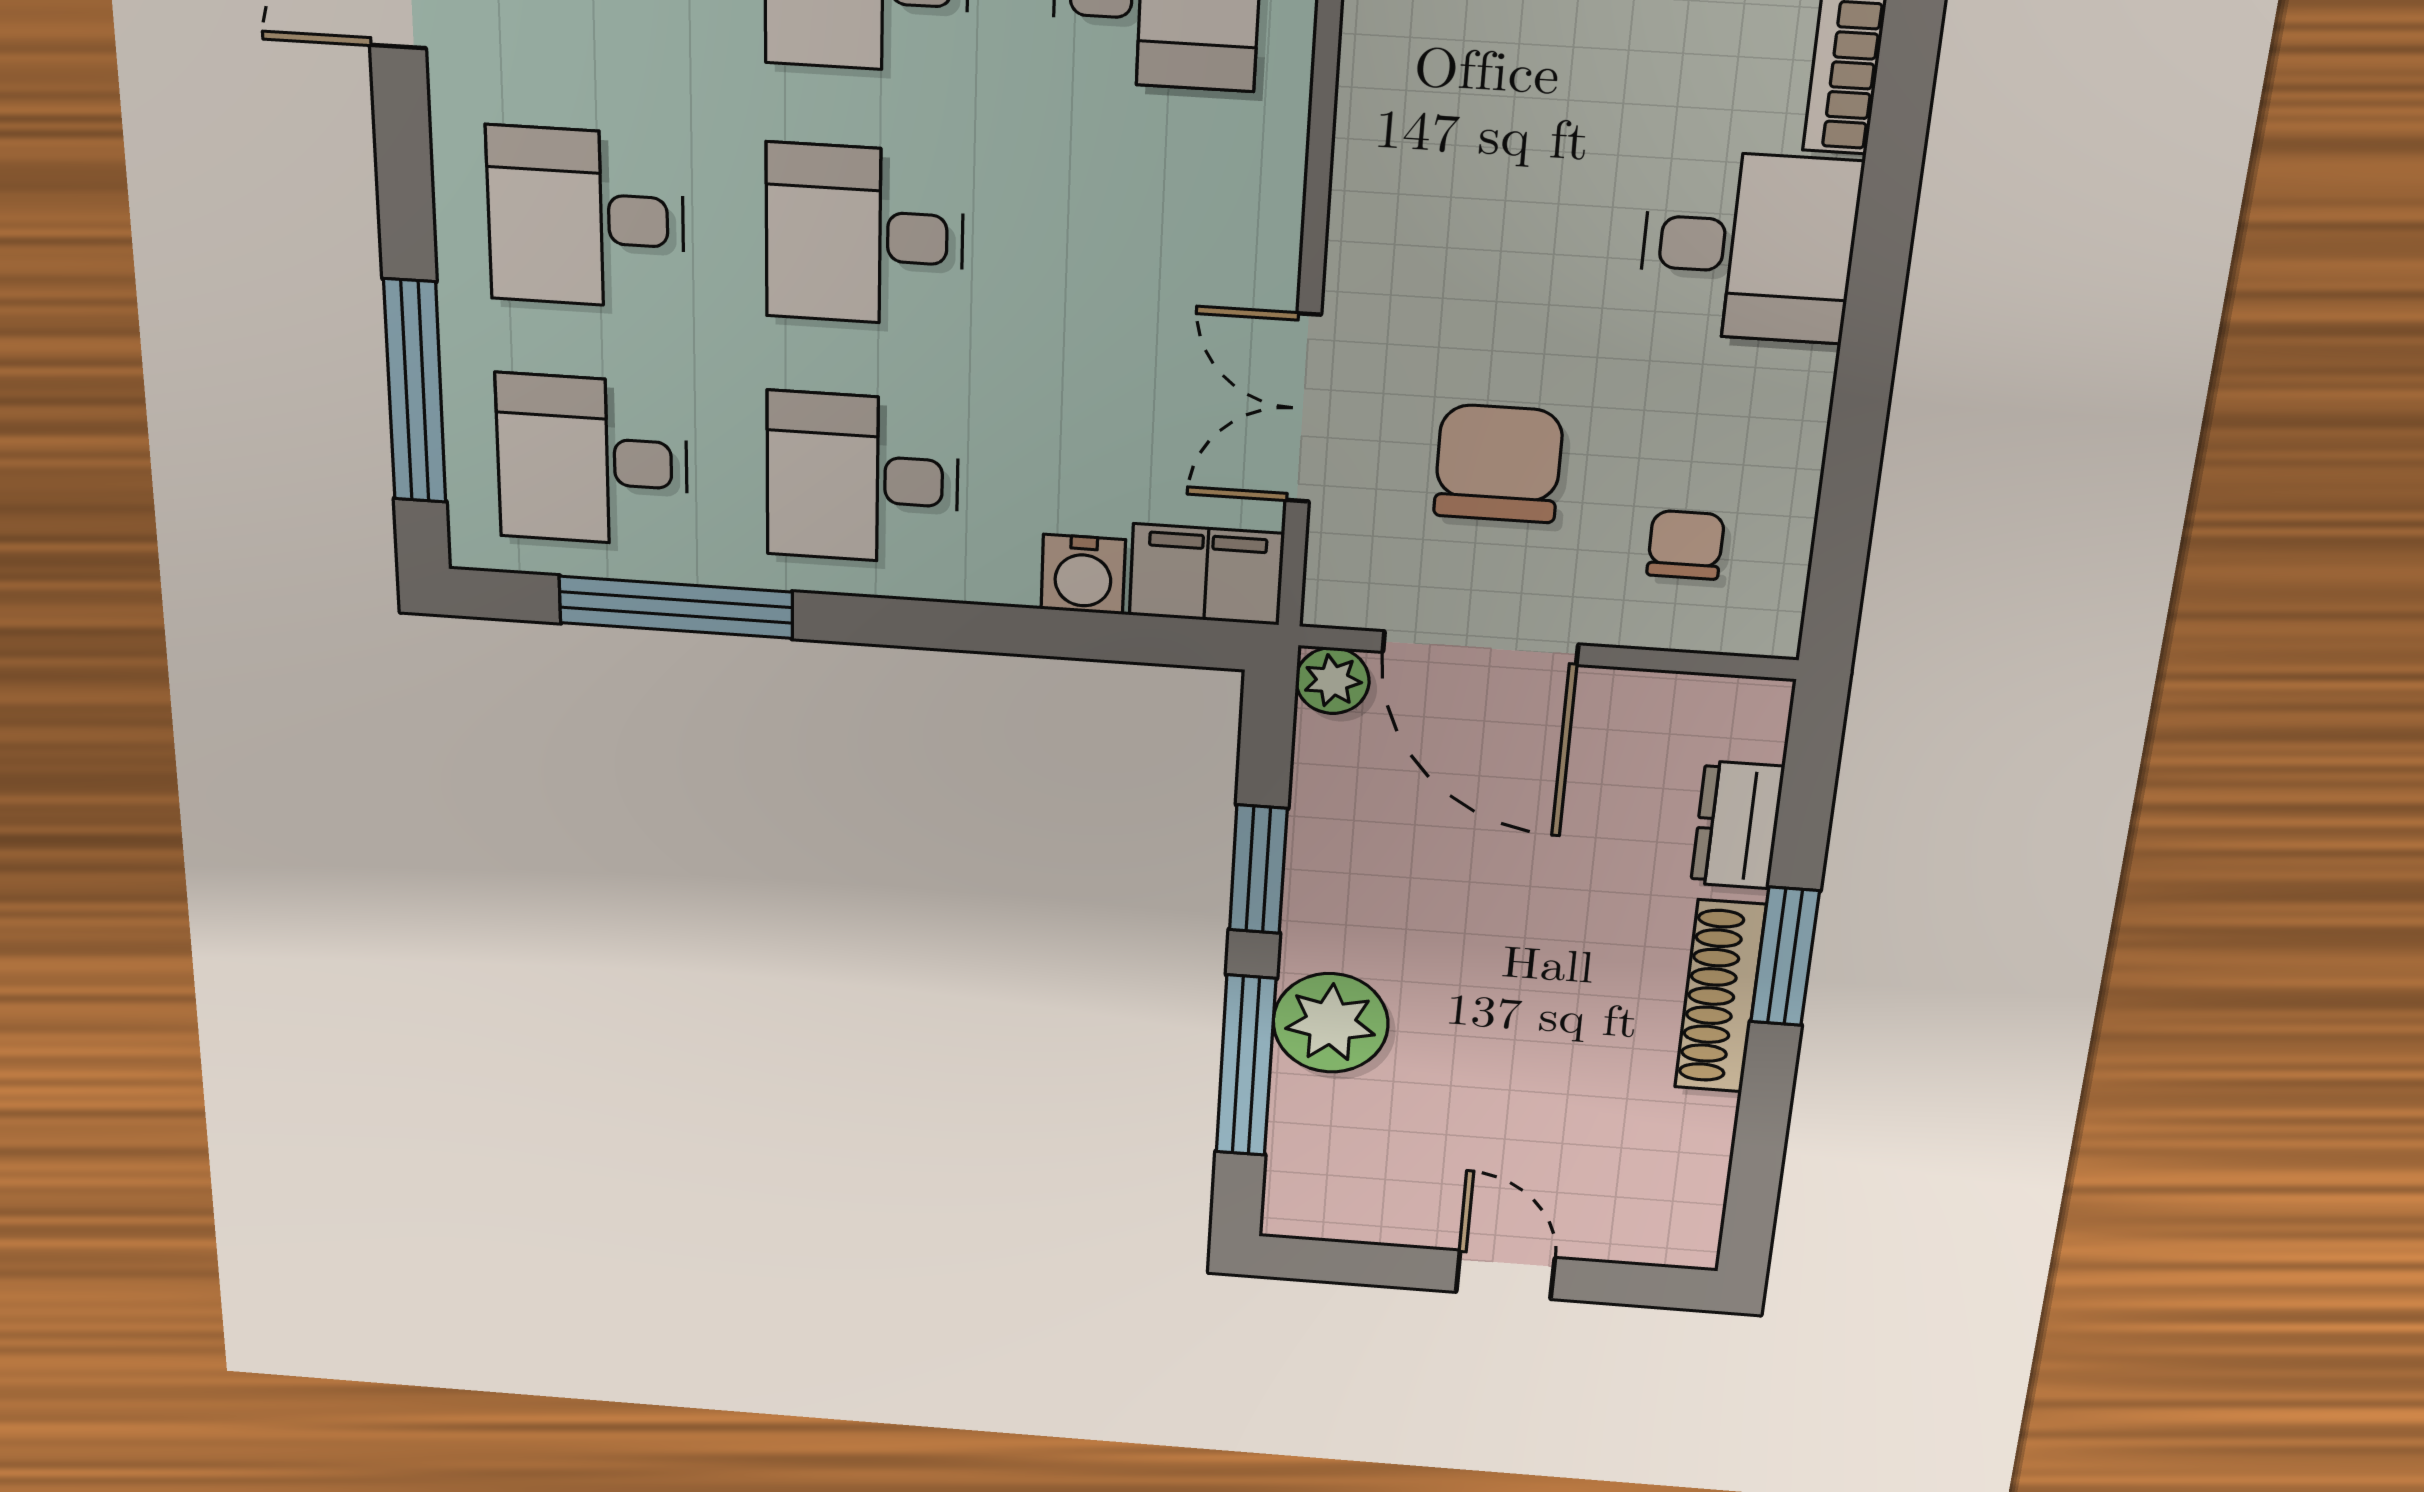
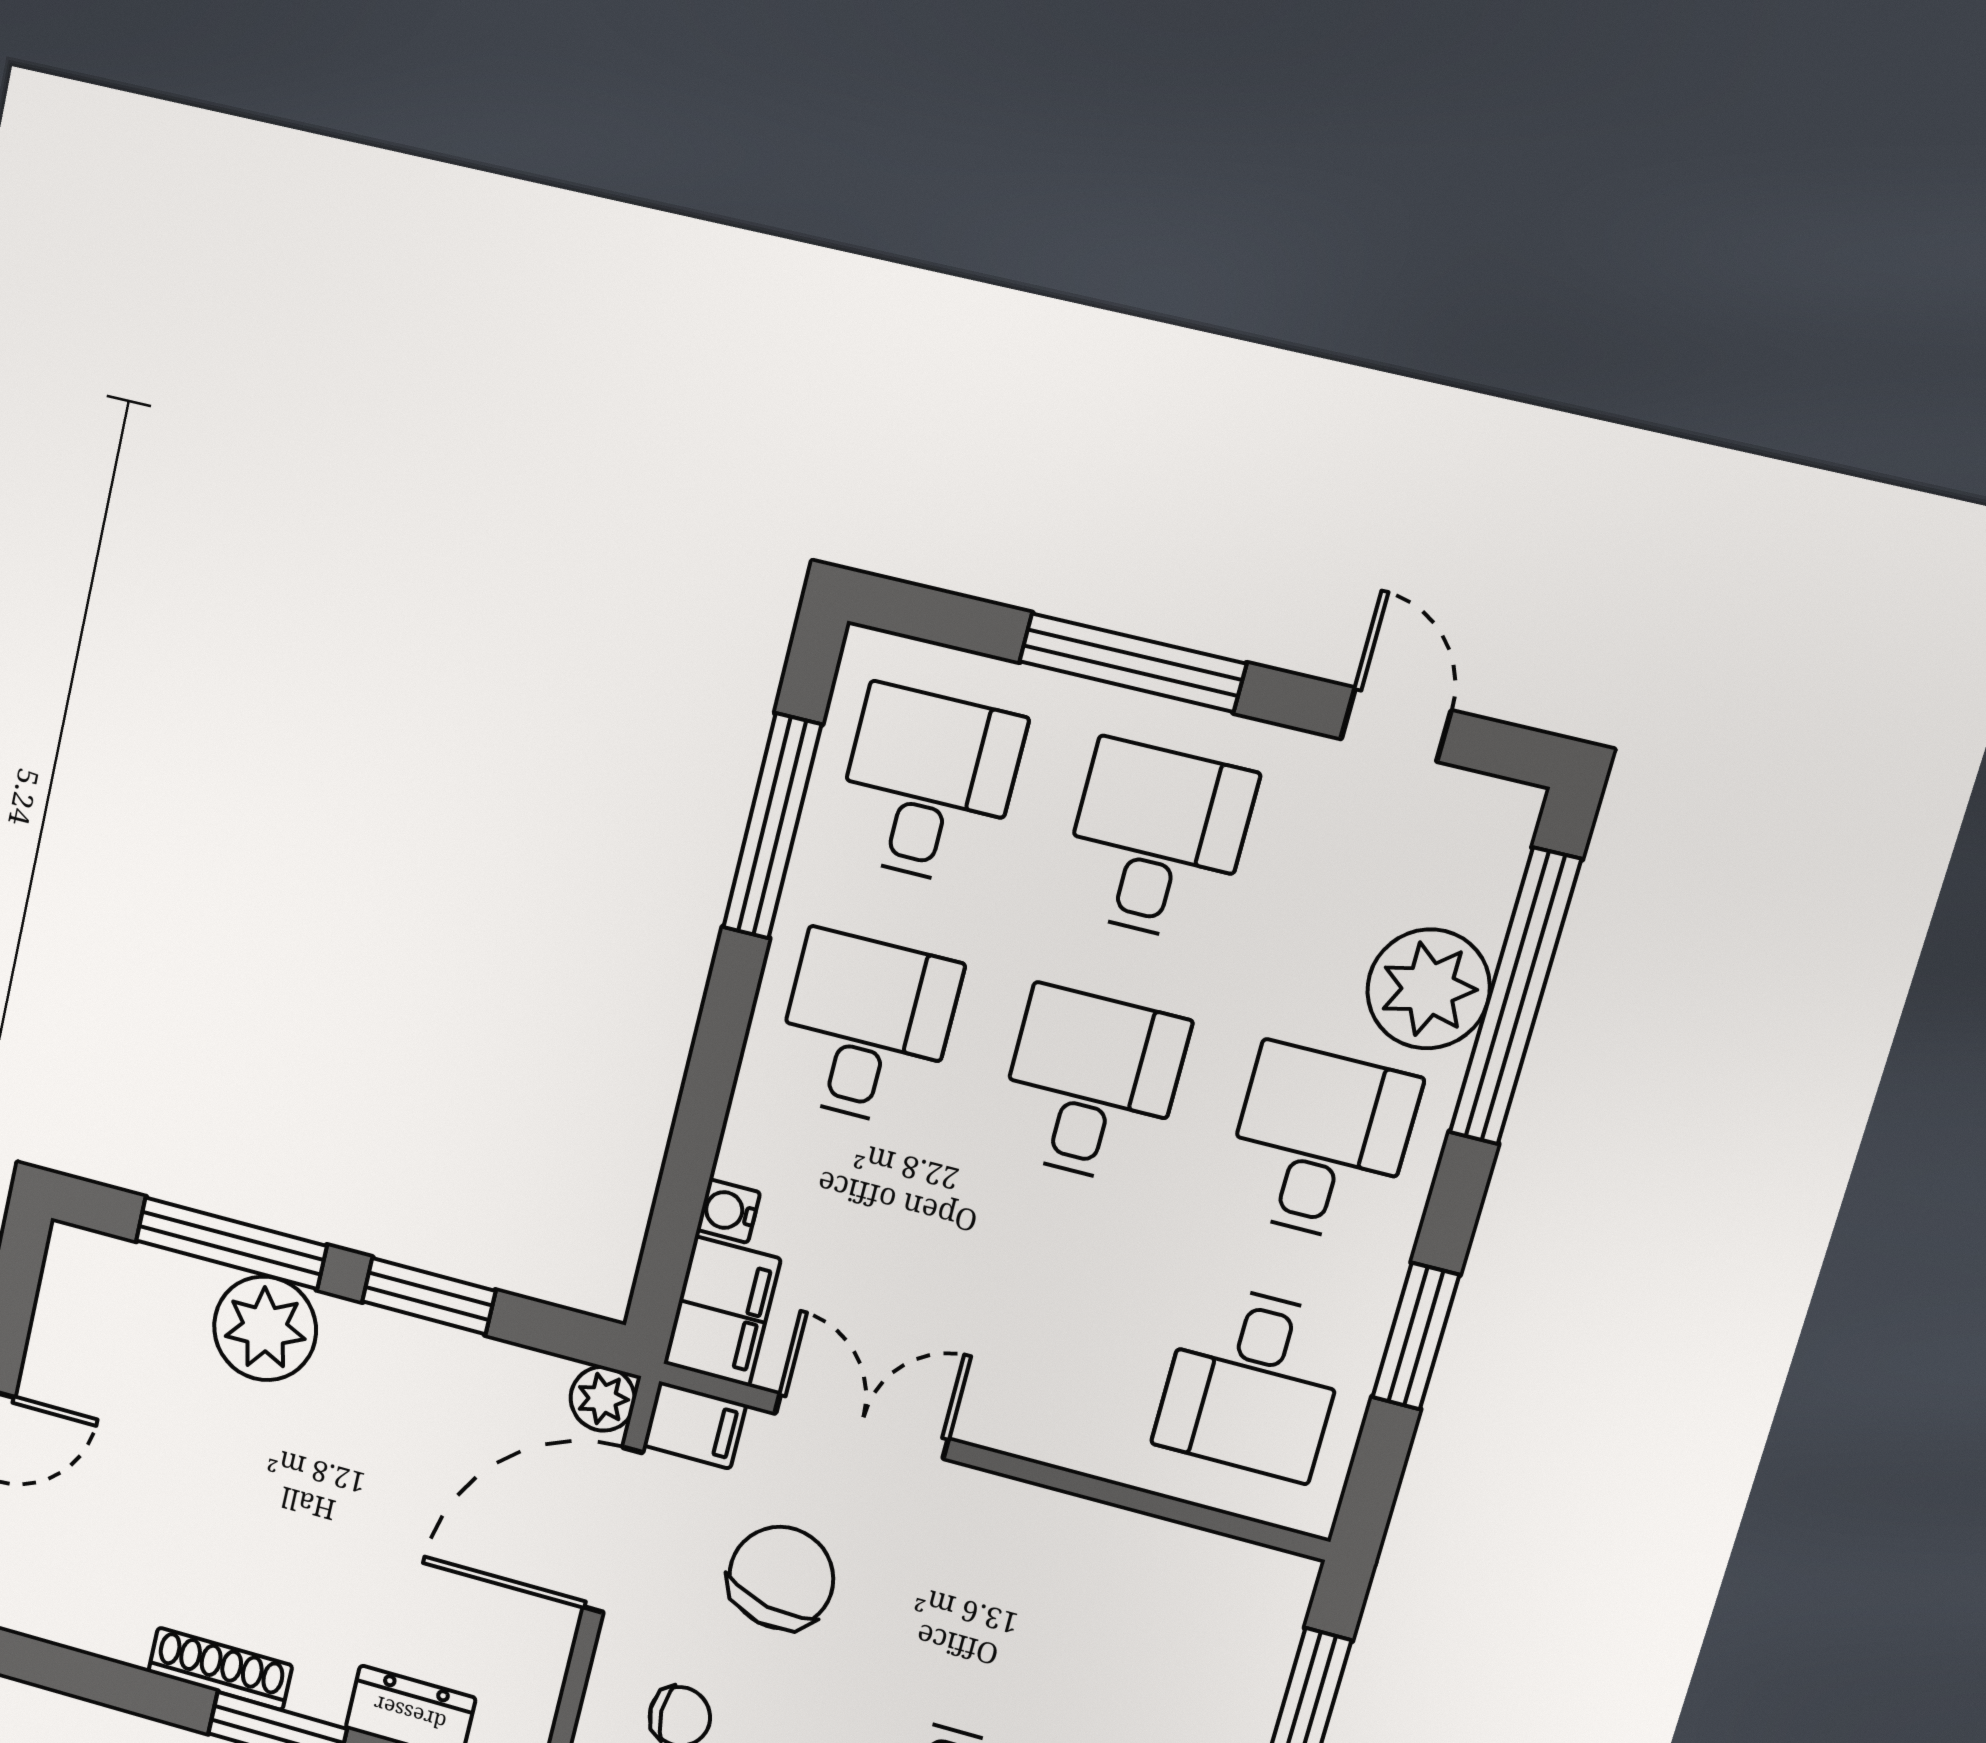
window: (415, 392) -> (1132, 663), moved
chair: (1498, 464) -> (781, 1578), turned -78
water cooler: (1083, 574) -> (728, 1211), width x0.72, depth x0.72
filing cabinet: (1341, 582) -> (695, 1425), added
shoe rack: (1720, 997) -> (220, 1669), width x0.74, depth x0.81

